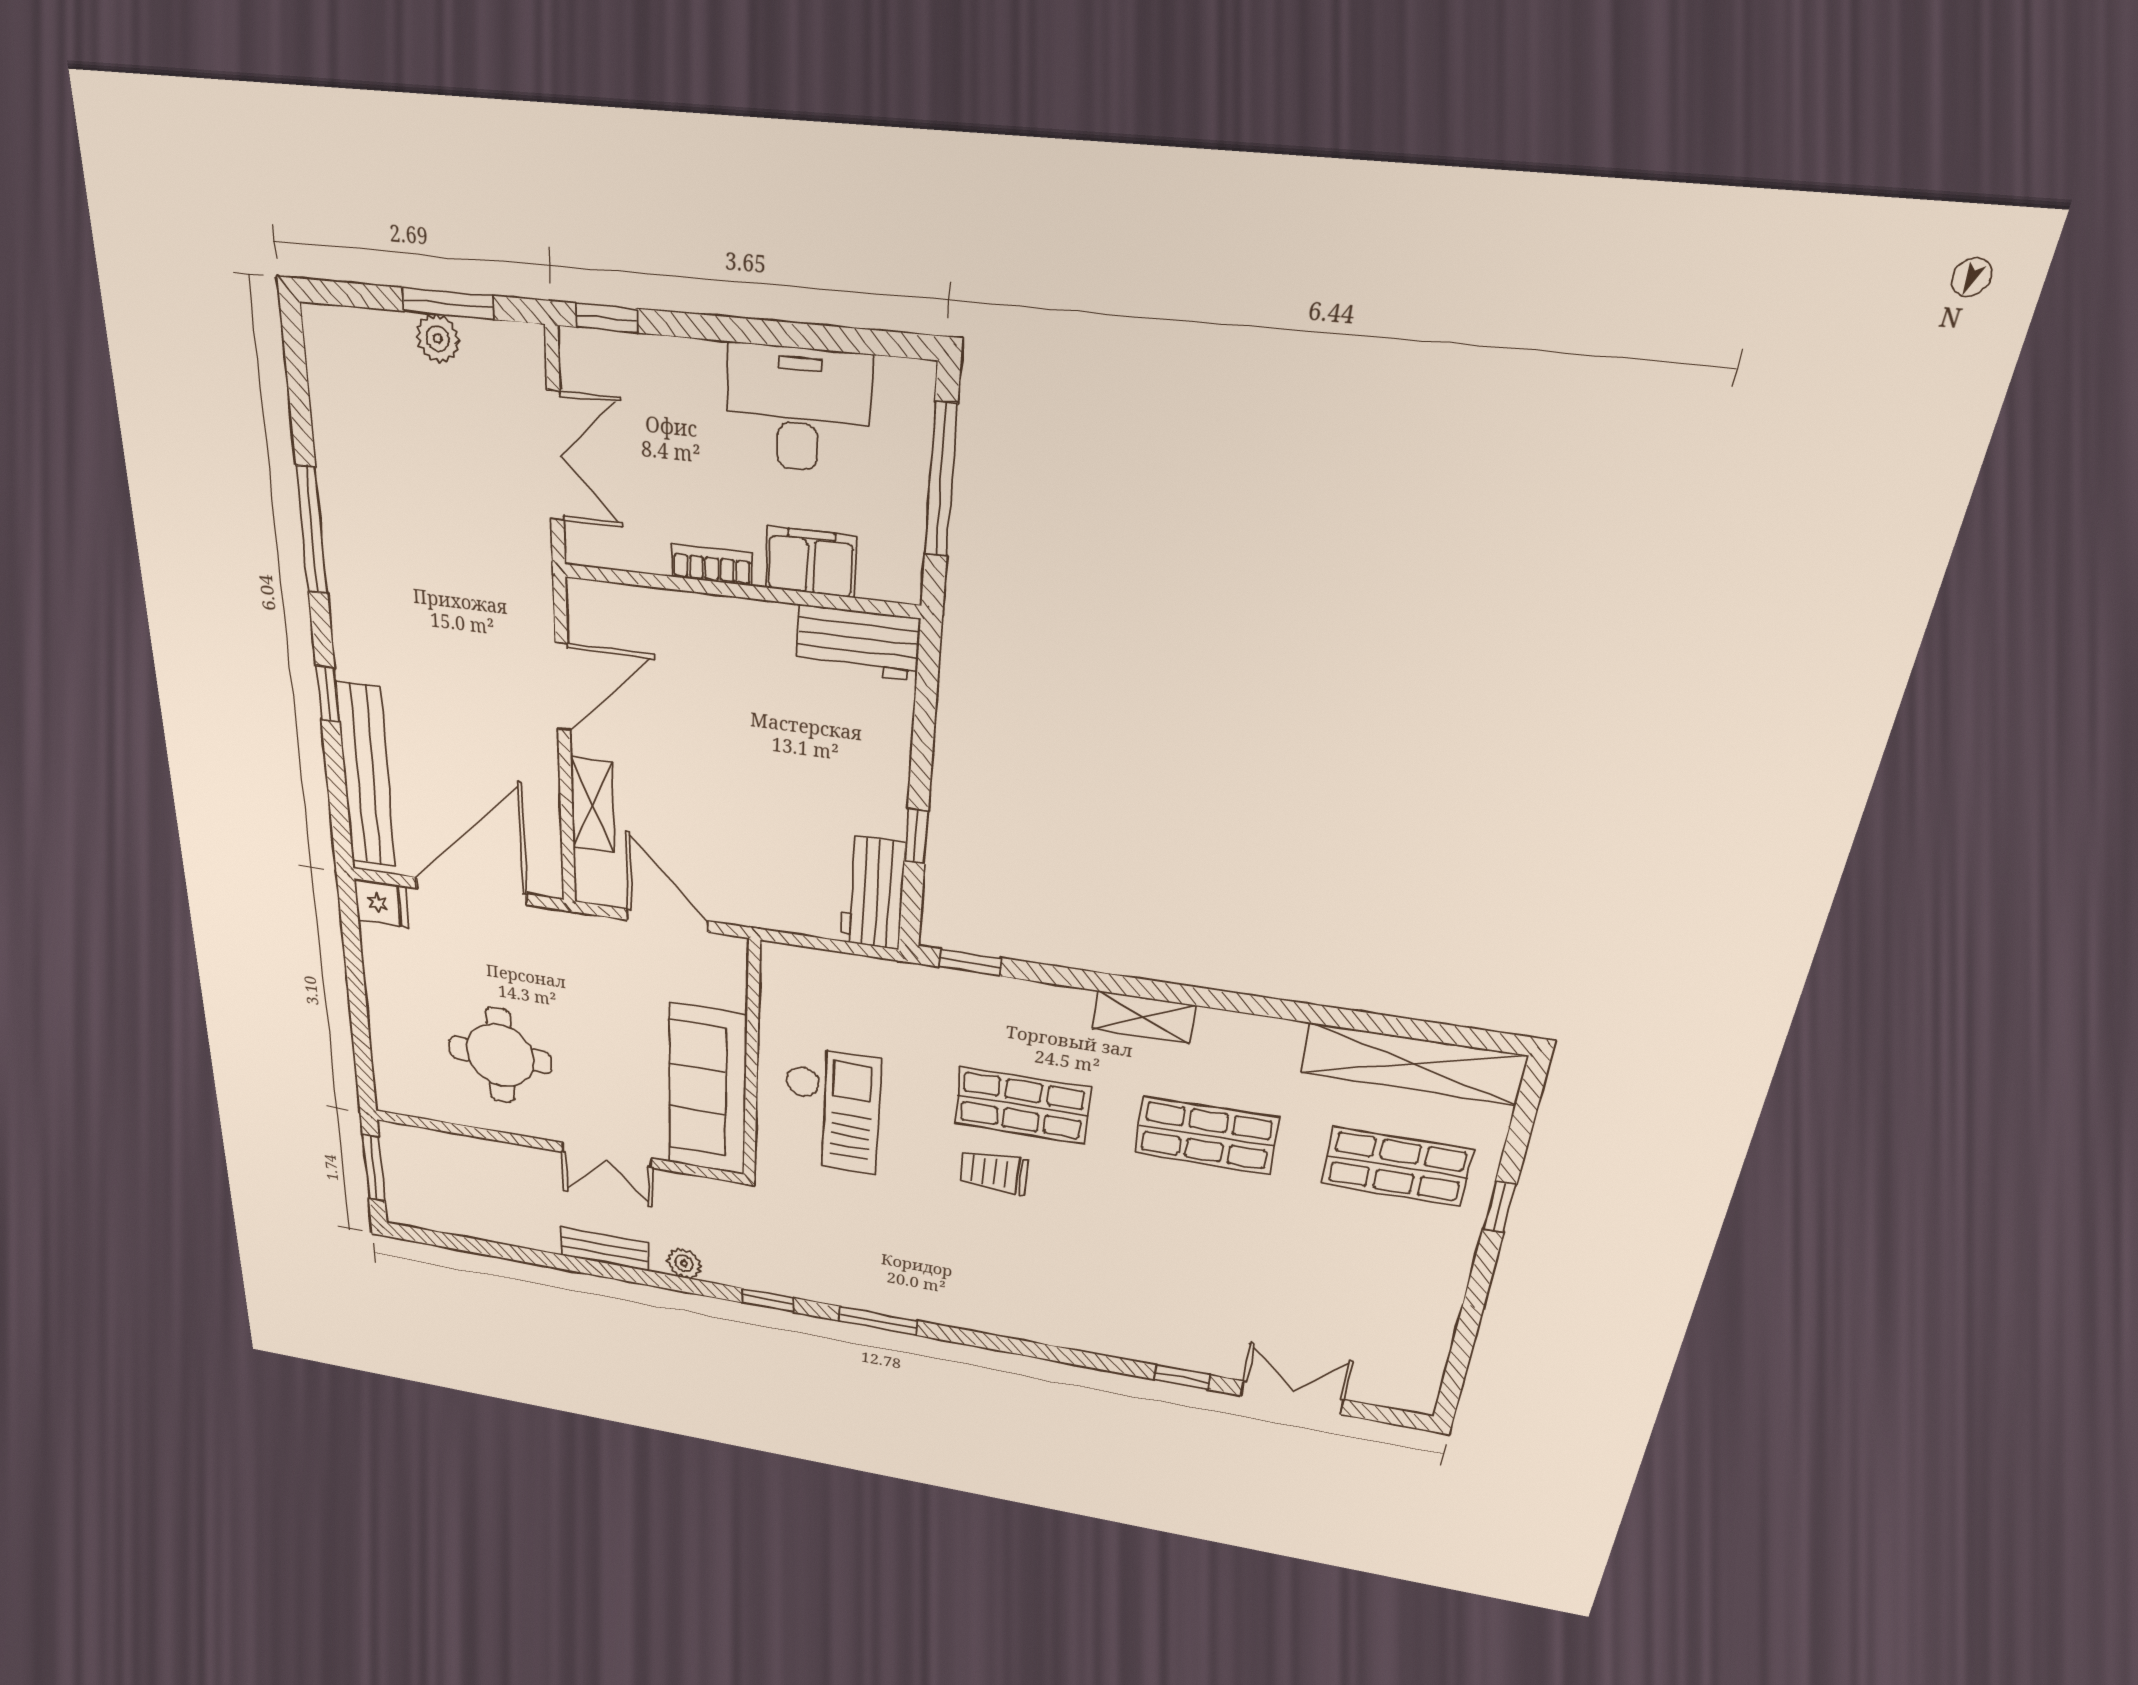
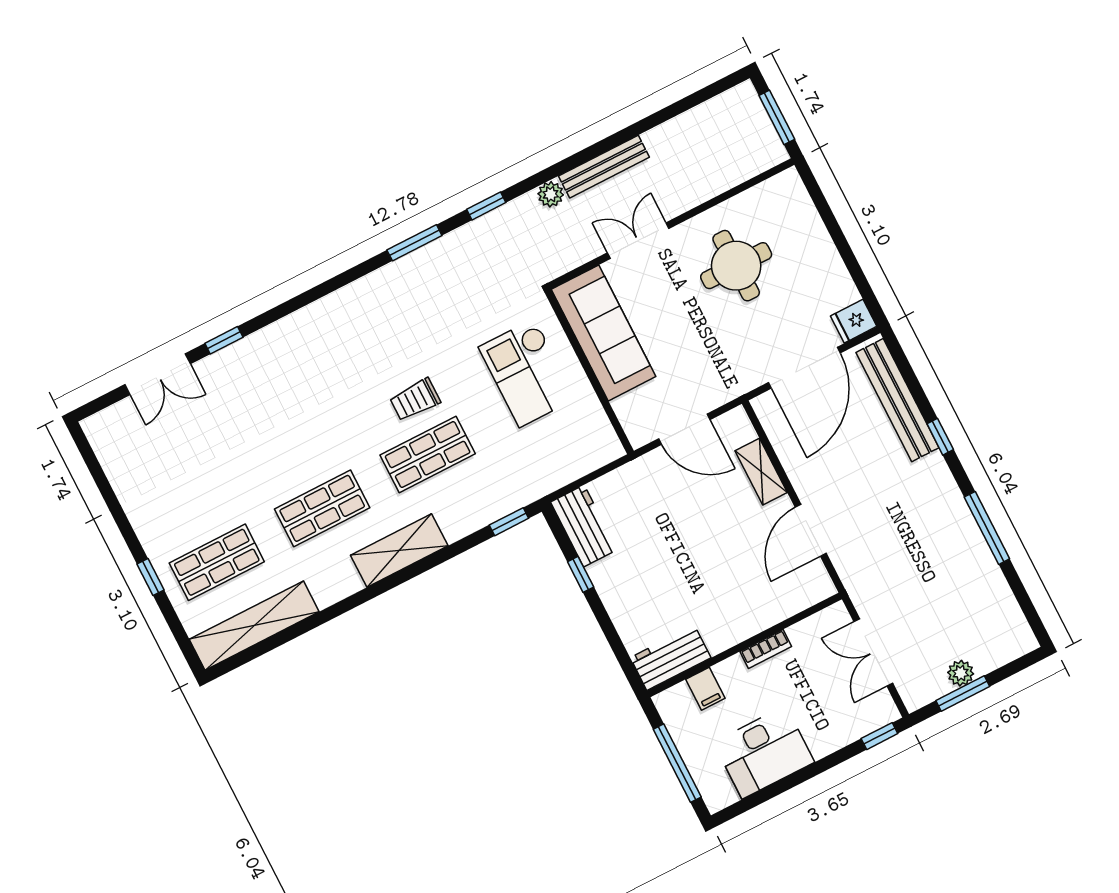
filing cabinet: (811, 562) -> (705, 689), width x0.50
shelving: (1144, 1017) -> (399, 551), width x1.50, depth x1.33
trolley: (994, 1172) -> (415, 400), turned 180
bench: (605, 1249) -> (604, 167), width x1.36

